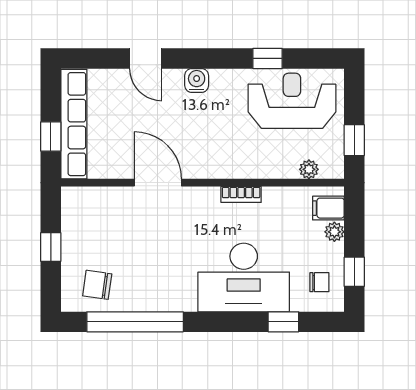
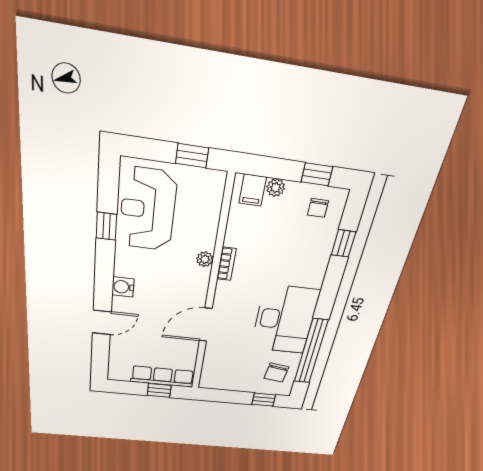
row of seats: (74, 124) -> (163, 377), width x0.73
plant: (309, 169) -> (205, 259), moved
window: (51, 247) -> (264, 400), moved
desk: (244, 278) -> (285, 320), moved
chair: (319, 282) -> (318, 208), turned 180

